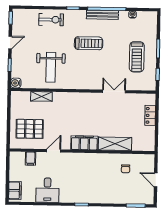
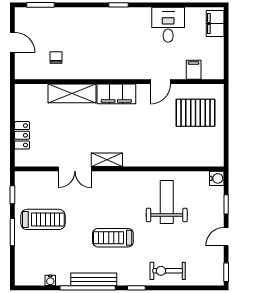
treadmill: (137, 57) -> (43, 219), turned 90
shelving: (41, 96) -> (107, 160), moved

